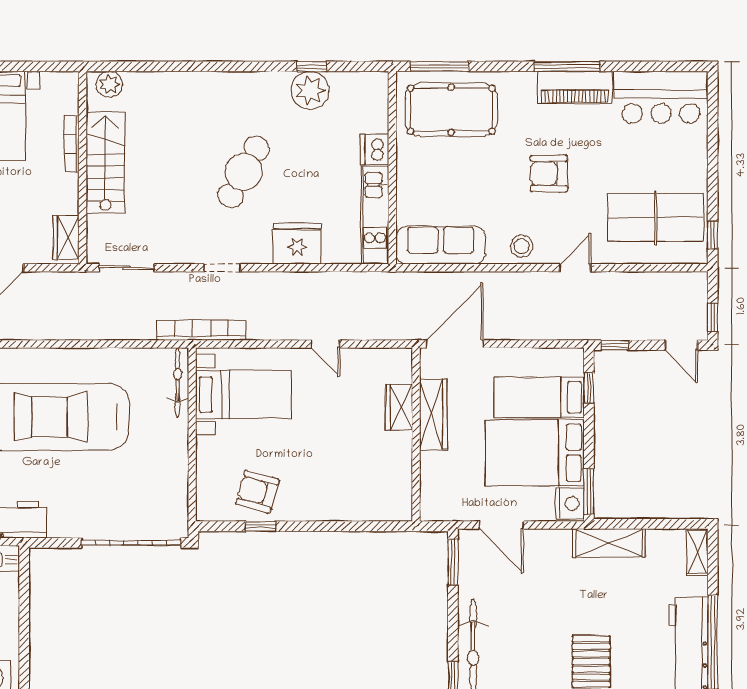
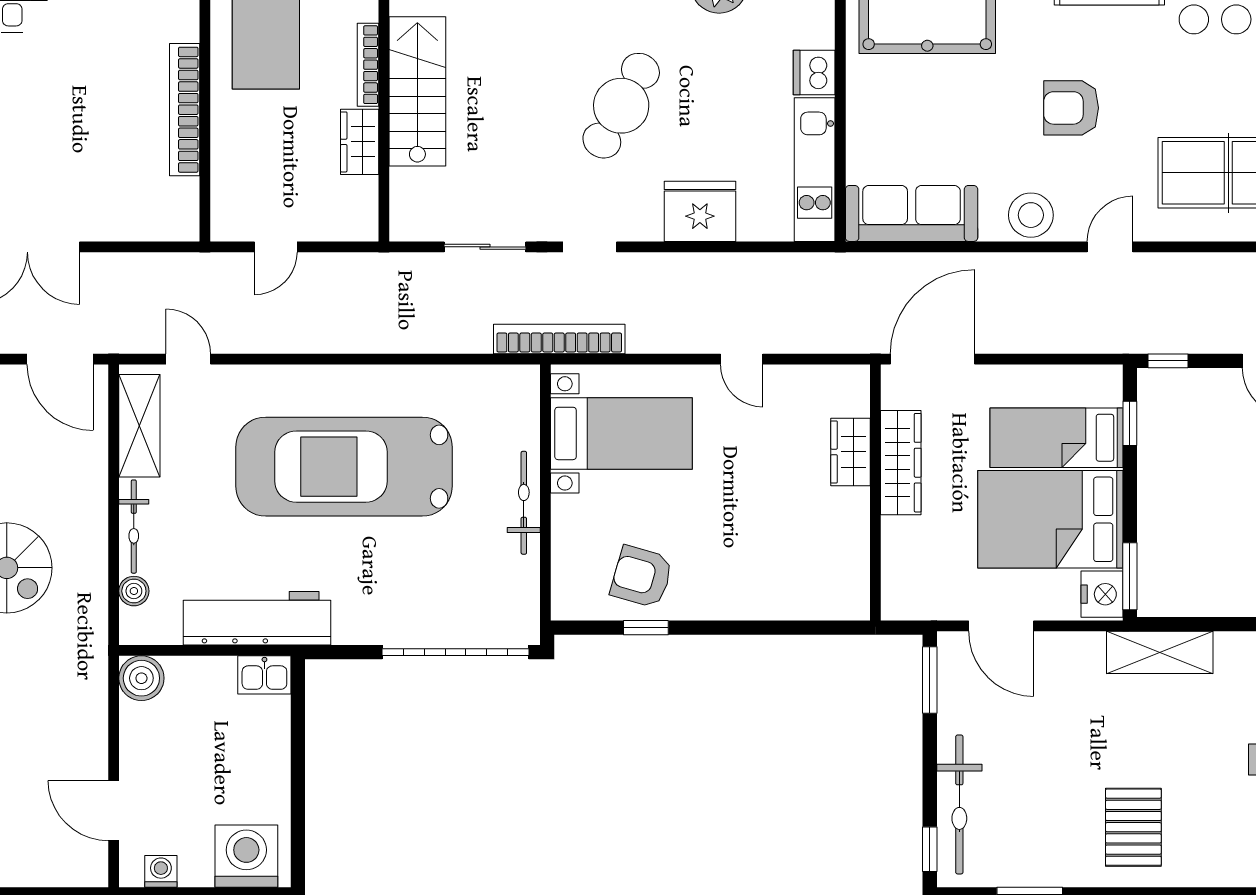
wardrobe: (66, 237) -> (360, 142), moved
stool: (522, 246) -> (1031, 215), width x1.38, depth x1.38
sliding door: (127, 268) -> (485, 247), moved
bicycle: (177, 383) -> (524, 503), moved

